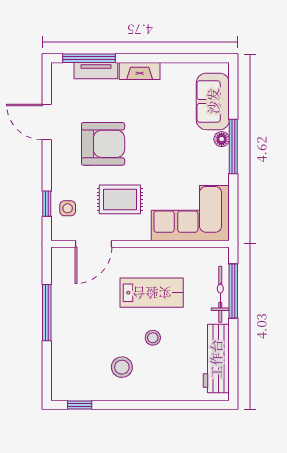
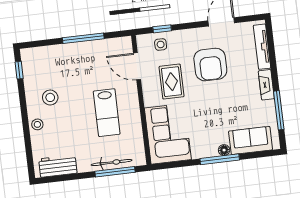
window: (89, 58) -> (279, 110), moved
tv unit: (96, 71) -> (262, 47), width x1.41
stool: (153, 338) -> (37, 124), moved
workbench: (216, 359) -> (58, 166), width x0.73

